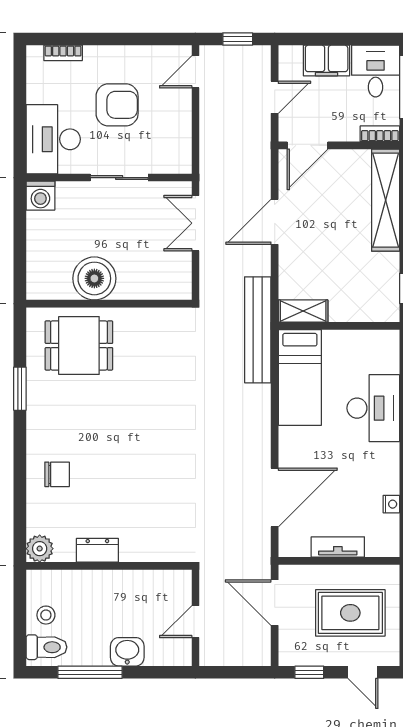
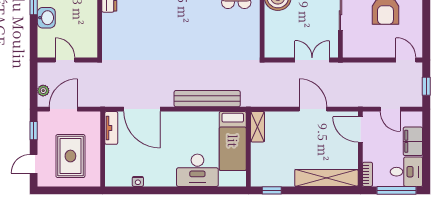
bench: (258, 330) -> (207, 99), moved
bed: (300, 377) -> (233, 141), moved, turned -90
tv unit: (338, 547) -> (111, 128), moved
door: (275, 603) -> (63, 109), moved
plant: (245, 657) -> (43, 91), added

